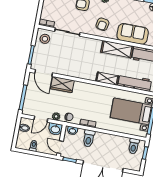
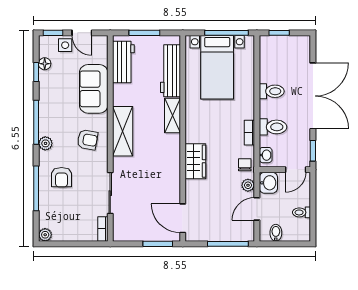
stool: (45, 39) -> (128, 227), removed
shelving: (117, 49) -> (123, 131), moved
door: (44, 73) -> (183, 218), swing flipped
wardrobe: (62, 85) -> (195, 161), moved
door: (41, 119) -> (257, 209), swing flipped
toilet: (134, 146) -> (272, 91), moved

